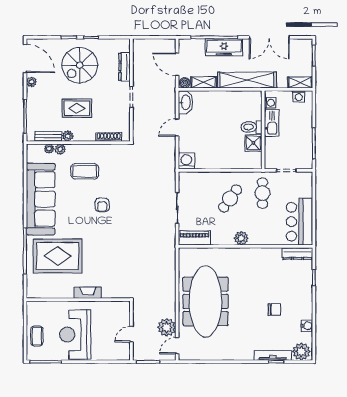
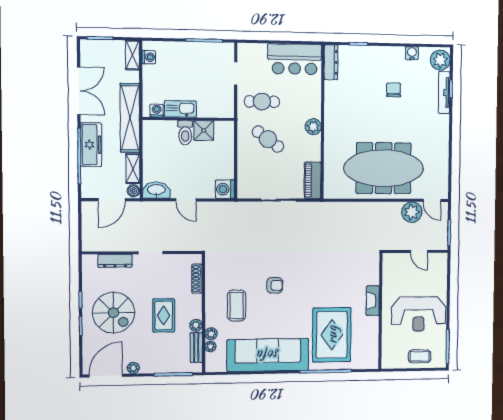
washing machine: (270, 103) -> (157, 110), moved
kitchen sink: (272, 123) -> (180, 109), moved
toilet: (251, 127) -> (185, 133), moved
wall: (263, 130) -> (189, 119), moved
shower: (253, 143) -> (204, 130), moved

